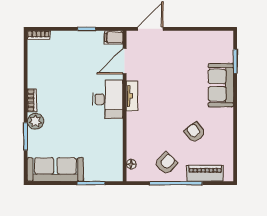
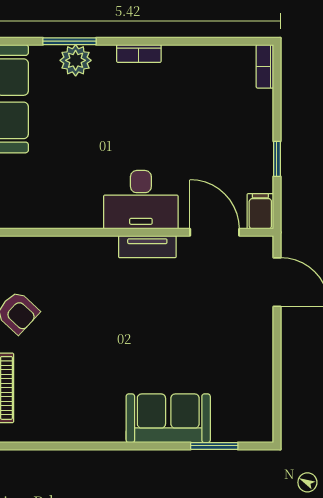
plant: (35, 121) -> (76, 60), moved
armchair: (195, 132) -> (77, 368), removed
floor lamp: (131, 164) -> (16, 245), removed

